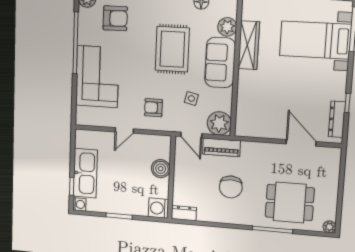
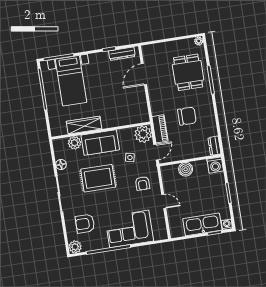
armchair: (115, 18) -> (85, 224), turned -90

